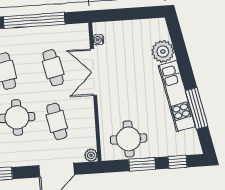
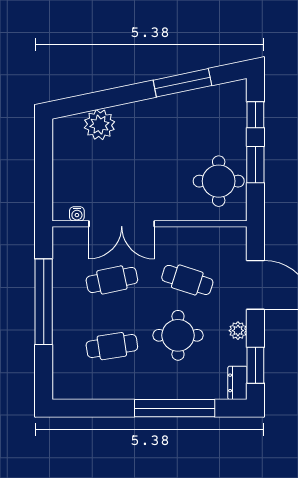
kitchen unit: (177, 96) -> (163, 109), removed
cafe table: (57, 121) -> (187, 280), turned 30
plant: (91, 155) -> (238, 331), moved

